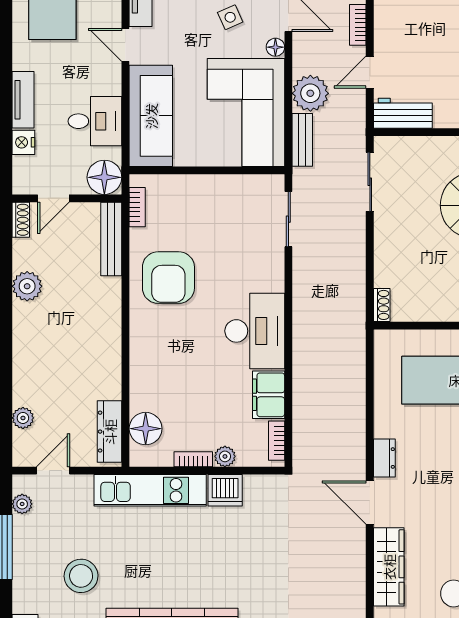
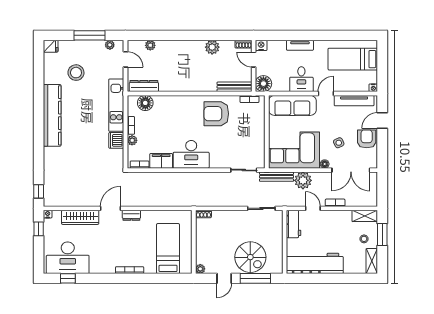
desk: (95, 121) -> (301, 79), moved
bench: (302, 140) -> (277, 177), width x1.36
nightstand: (23, 142) -> (261, 45), moved

